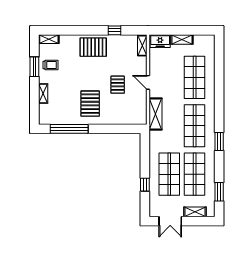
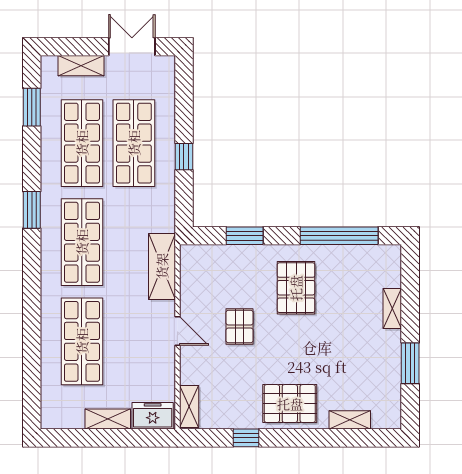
shelving: (49, 39) -> (350, 420), moved
trolley: (51, 65) -> (377, 367), removed
window: (115, 129) -> (245, 236), added
window: (145, 185) -> (184, 157), moved

